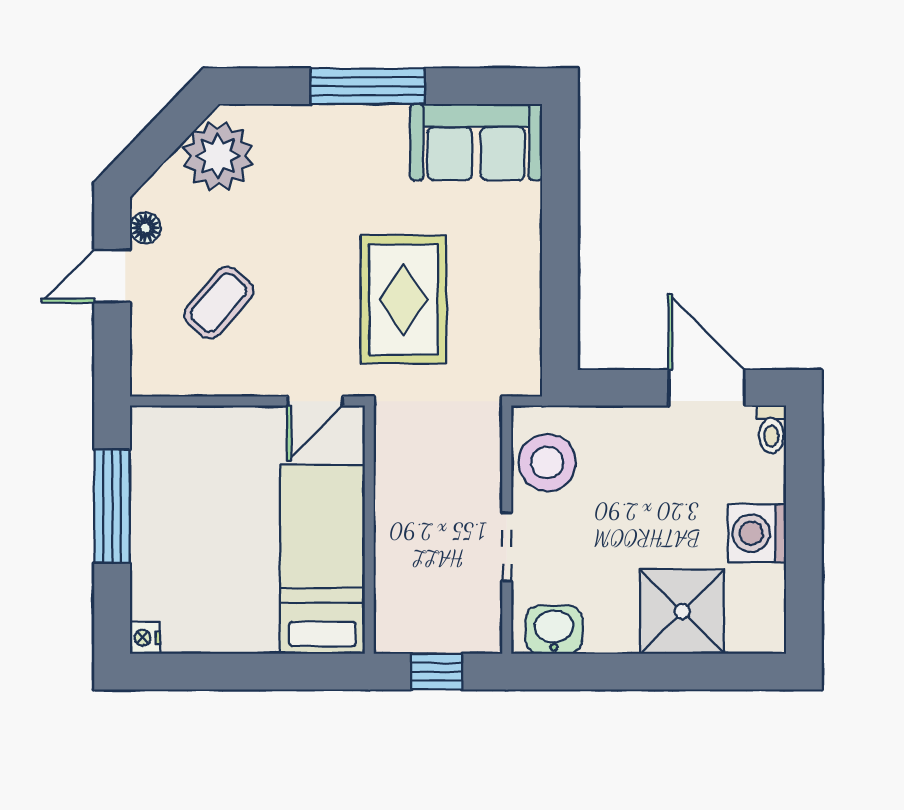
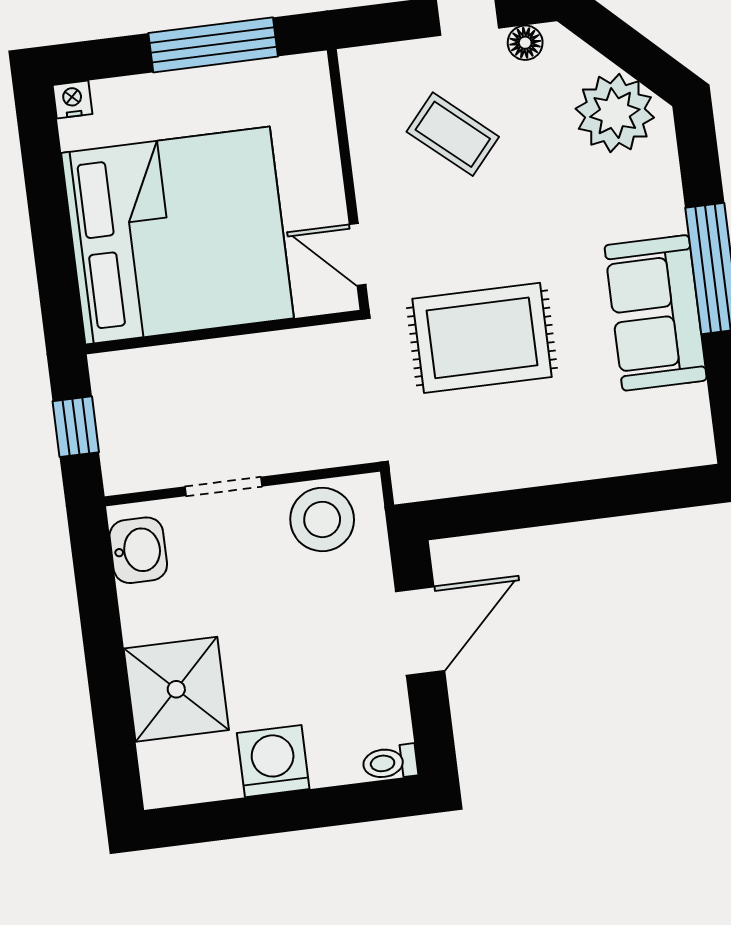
sofa: (476, 142) -> (656, 313), moved
door: (706, 388) -> (420, 631), moved
bed: (322, 559) -> (177, 236), width x2.04

